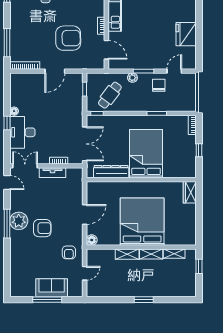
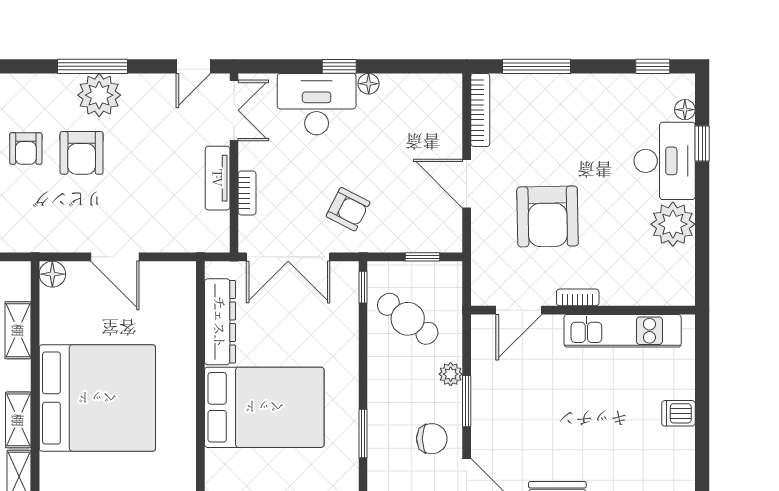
armchair: (65, 119) -> (348, 209), added
armchair: (69, 252) -> (26, 149), moved, turned -90
shelving: (127, 254) -> (18, 330), moved

